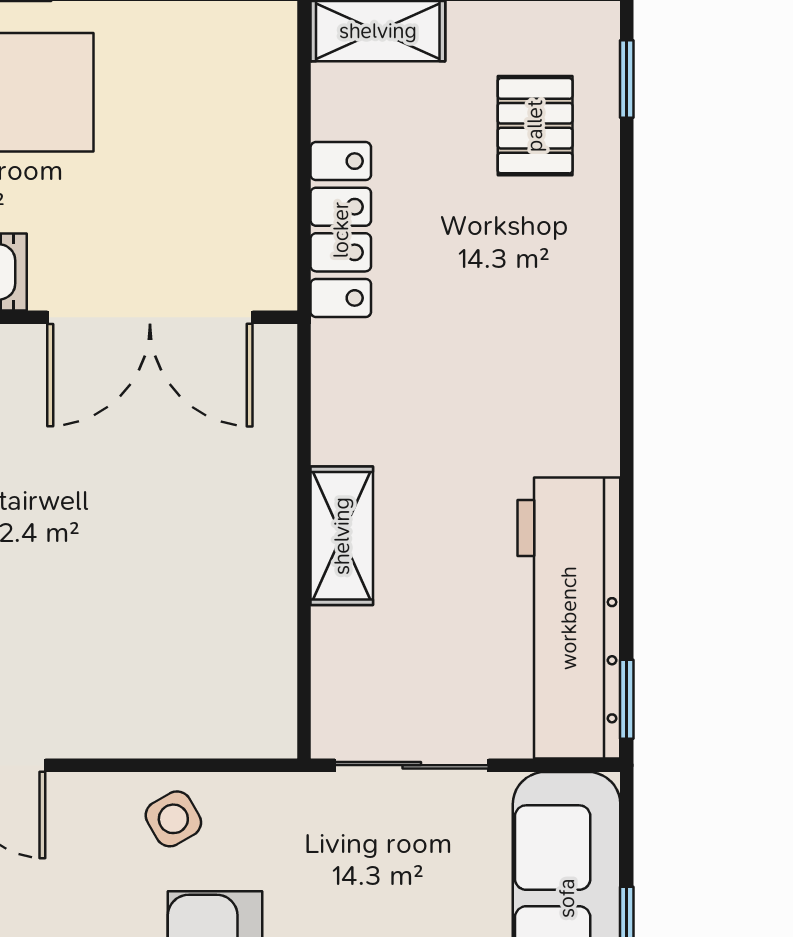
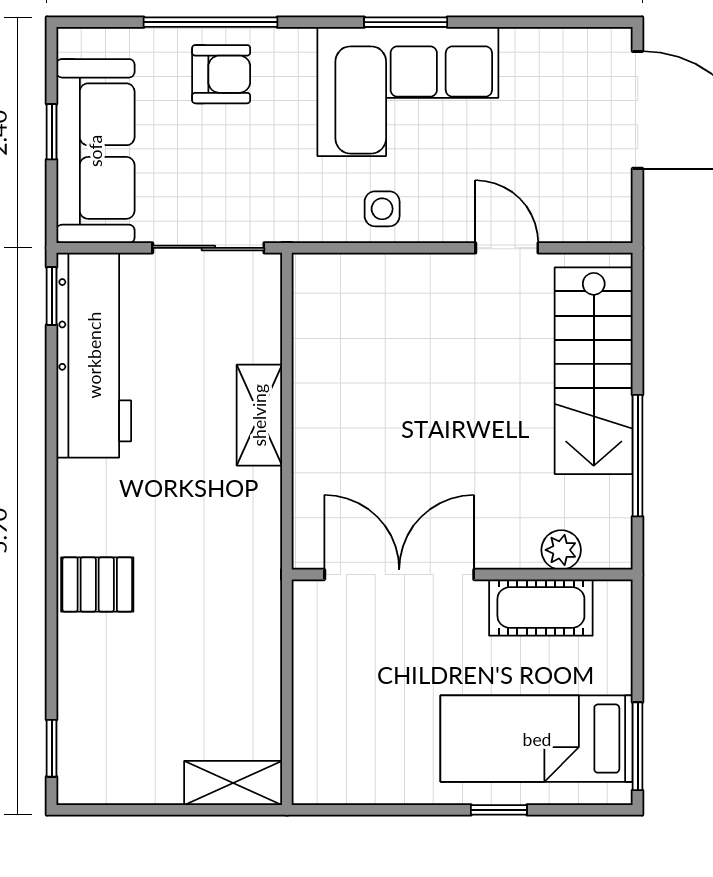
pallet: (535, 126) -> (97, 584), moved, turned 90
locker: (341, 230) -> (260, 638), removed
side table: (173, 819) -> (382, 209), turned 30

